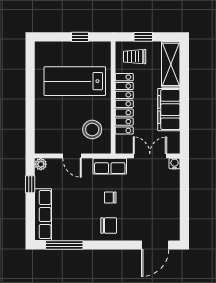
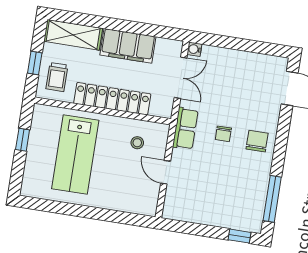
stool: (92, 129) -> (137, 143), width x0.53, depth x0.53
door: (72, 156) -> (166, 172), swing flipped
double door: (150, 156) -> (181, 78), swing flipped
plant: (41, 164) -> (170, 212), removed
window: (30, 184) -> (240, 236), moved
row of seats: (43, 215) -> (231, 219), removed

